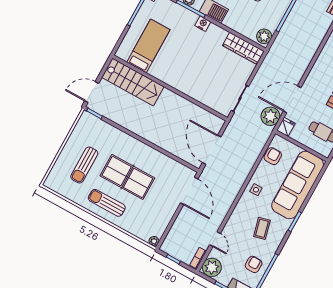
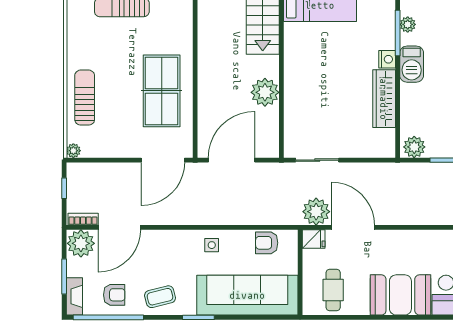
wardrobe: (243, 48) -> (384, 99), moved
plant: (182, 107) -> (265, 92), added
armchair: (273, 156) -> (267, 243), turned 180
table tennis table: (127, 177) -> (162, 91), moved
sun lounger: (107, 203) -> (85, 98), moved
coffee table: (262, 228) -> (160, 297), moved
door: (215, 239) -> (119, 227), width x1.87

